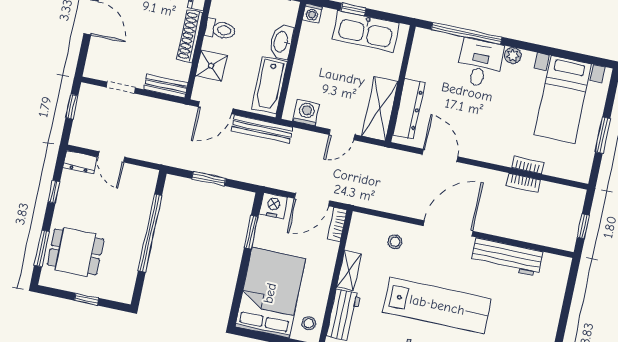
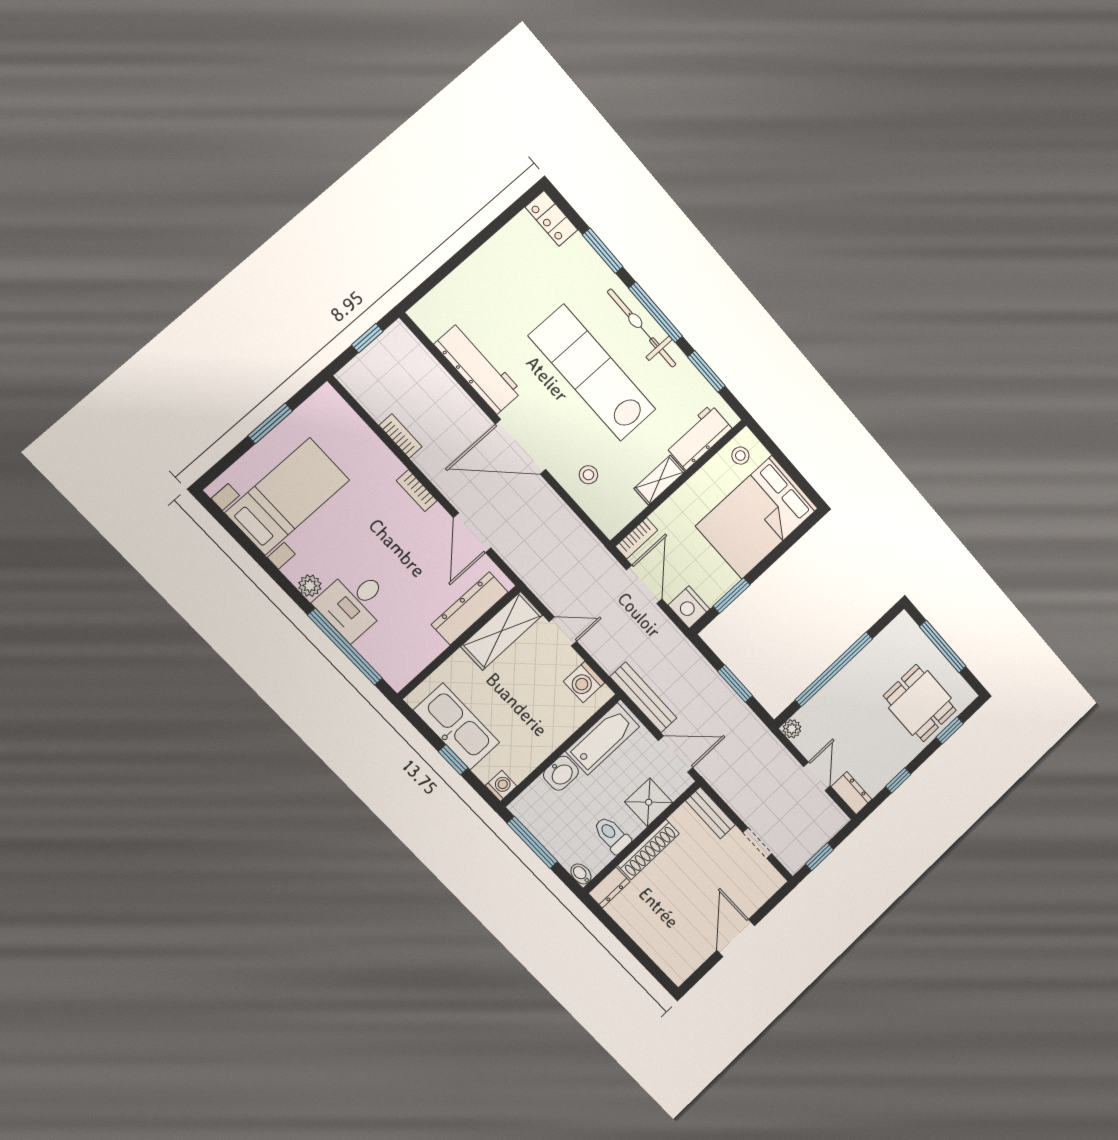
washbasin: (281, 42) -> (561, 773), width x0.72
bookcase: (528, 165) -> (417, 491), moved
plant: (150, 176) -> (792, 729), added
door: (312, 200) -> (644, 584), hinge flipped
window: (42, 248) -> (950, 730), width x0.67
window: (87, 299) -> (943, 647), width x2.17

